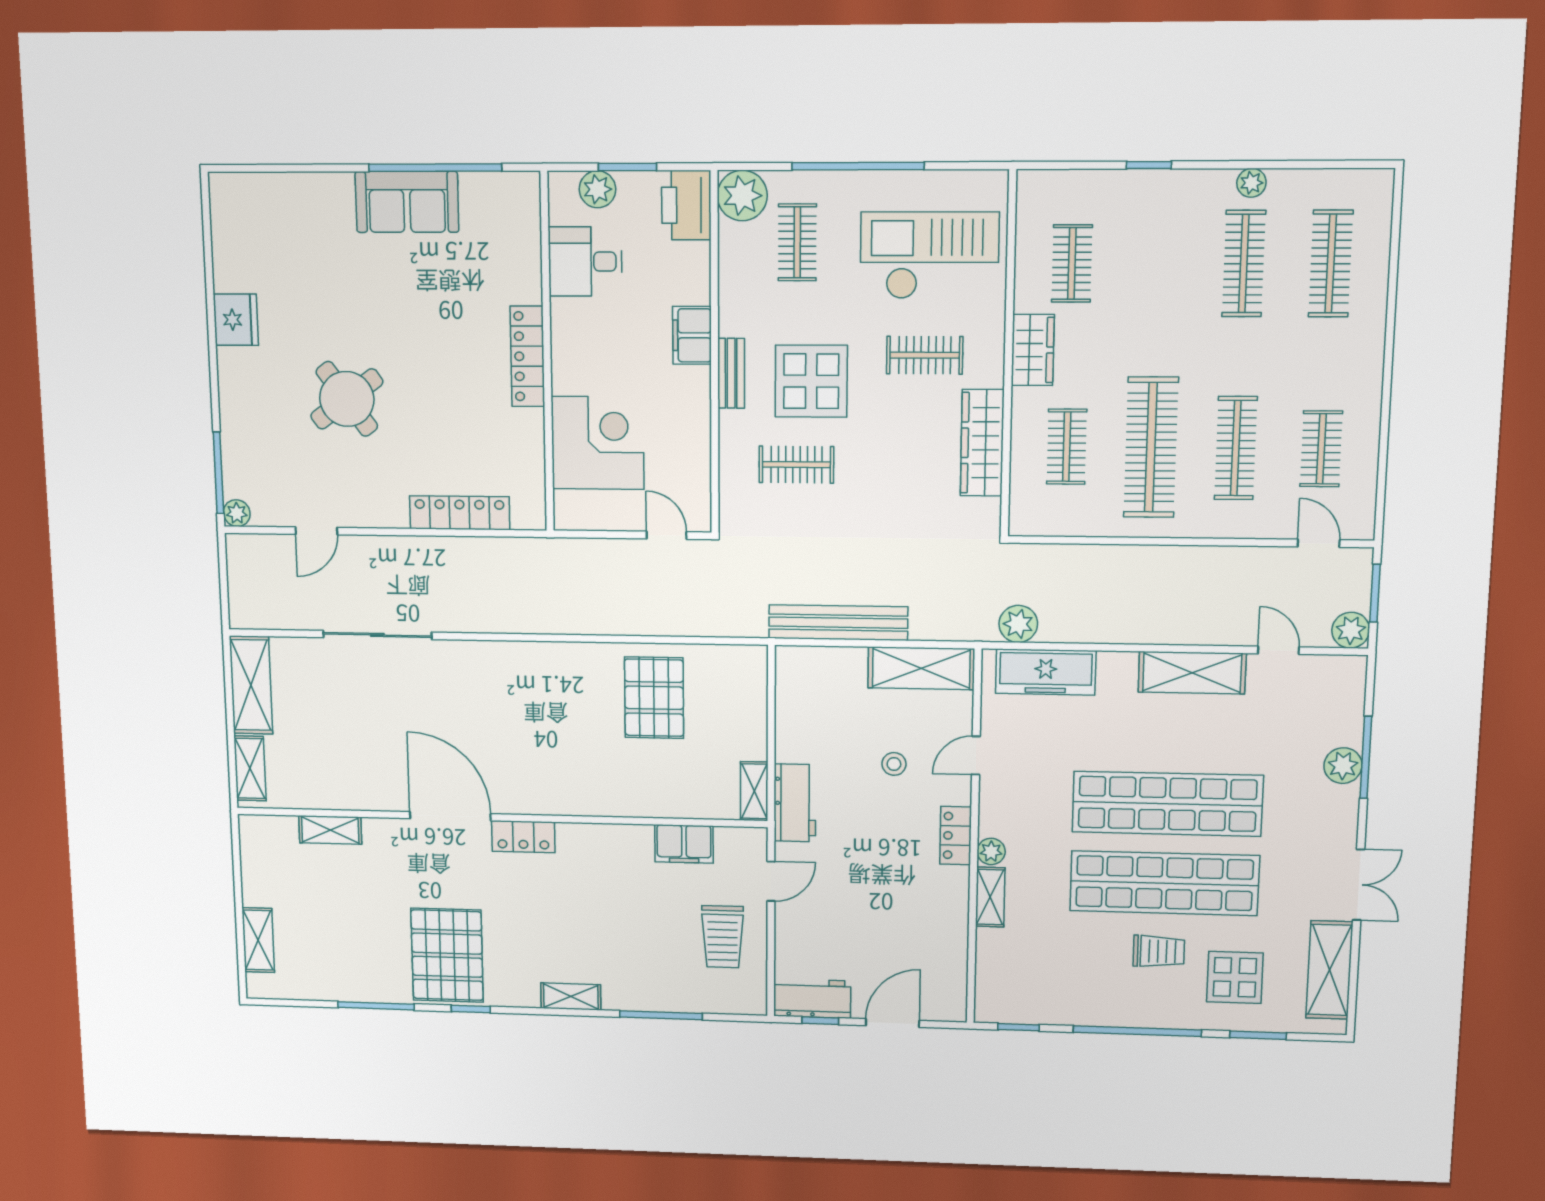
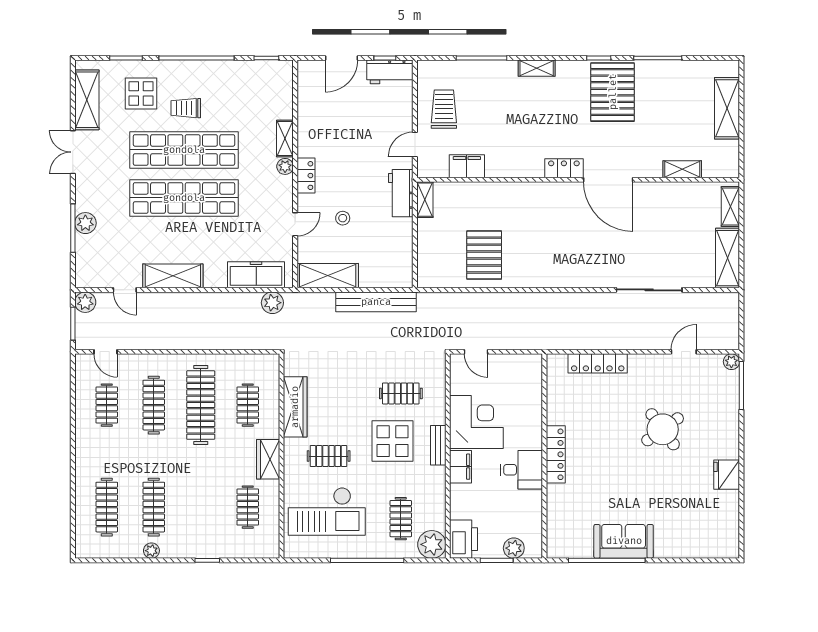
desk: (585, 262) -> (521, 470), moved
corner desk: (598, 443) -> (476, 422), moved, turned 180
shelving: (258, 940) -> (727, 108), width x1.50, depth x1.33

